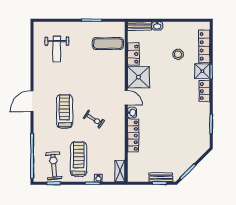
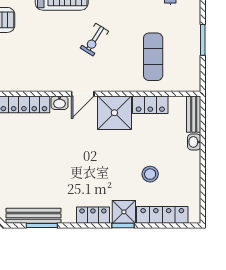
exercise mat: (108, 44) -> (153, 57), moved
exercise bike: (94, 119) -> (94, 40), moved
bench: (205, 129) -> (34, 216), added

